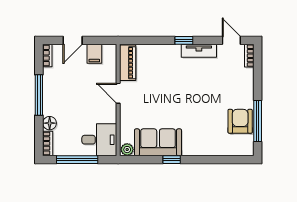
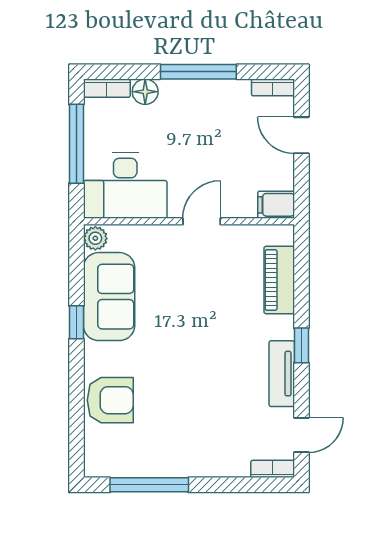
filing cabinet: (94, 54) -> (276, 205), moved
piano: (128, 63) -> (279, 280), moved, turned 90
armchair: (240, 121) -> (110, 400), moved
desk: (99, 140) -> (125, 186), width x1.37

